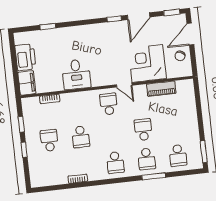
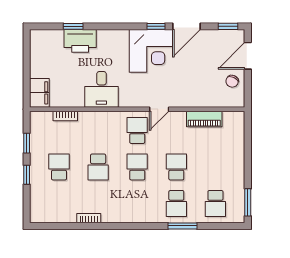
printer: (25, 57) -> (80, 41), moved, turned 90
corner desk: (147, 63) -> (151, 51), moved, turned 180
door: (124, 85) -> (159, 109), hinge flipped
school desk: (115, 162) -> (137, 167), moved, turned 180

